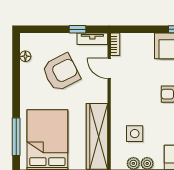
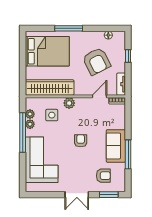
window: (77, 29) -> (128, 56), moved
plant: (118, 110) -> (69, 103), added
window: (16, 137) -> (69, 28), moved

